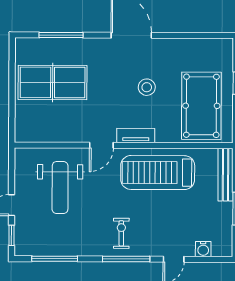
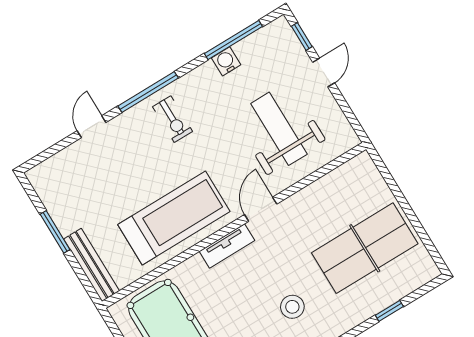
window: (61, 35) -> (389, 311), width x0.46
stool: (147, 87) -> (292, 307), moved
water cooler: (203, 249) -> (226, 61), moved

